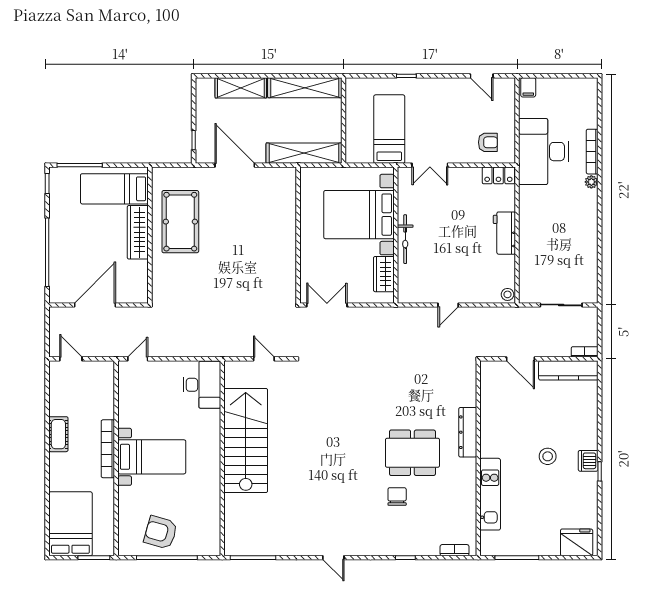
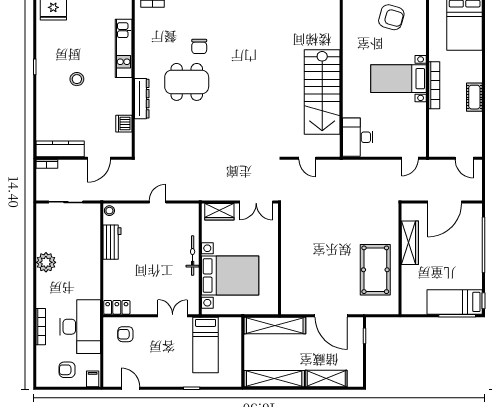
armchair: (560, 99) -> (67, 370), added
plant: (591, 182) -> (46, 262), moved, width x1.87, depth x1.87
bed: (114, 189) -> (455, 302), moved, turned 180
wardrobe: (138, 232) -> (410, 243), moved
workbench: (504, 233) -> (112, 242), moved
wardrobe: (384, 274) -> (219, 212), moved, turned 90
door: (521, 359) -> (99, 158), swing flipped
dishwasher: (588, 461) -> (124, 124), moved, turned 180

